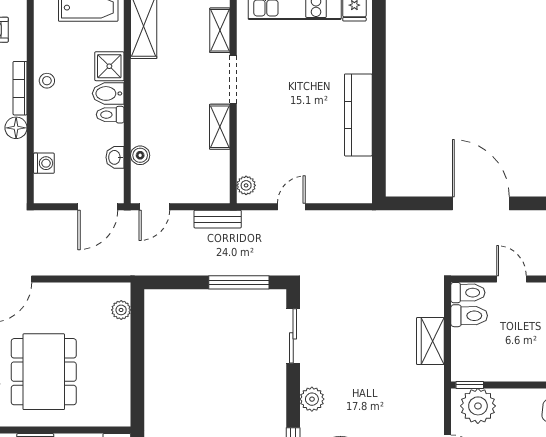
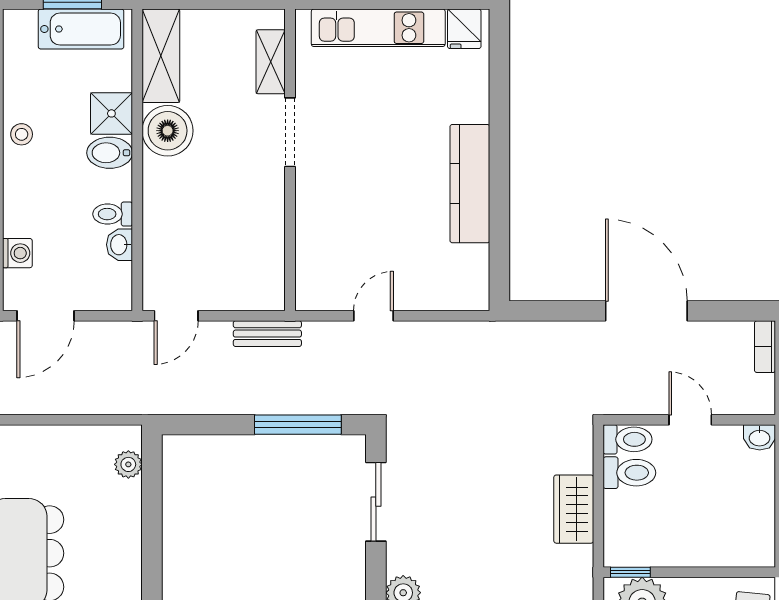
toilet: (110, 115) -> (113, 214), moved
shelving: (220, 127) -> (270, 201), removed
boiler: (140, 155) -> (168, 131), moved, width x1.86, depth x1.86
plant: (246, 185) -> (308, 285), removed
door: (98, 207) -> (46, 316), moved

